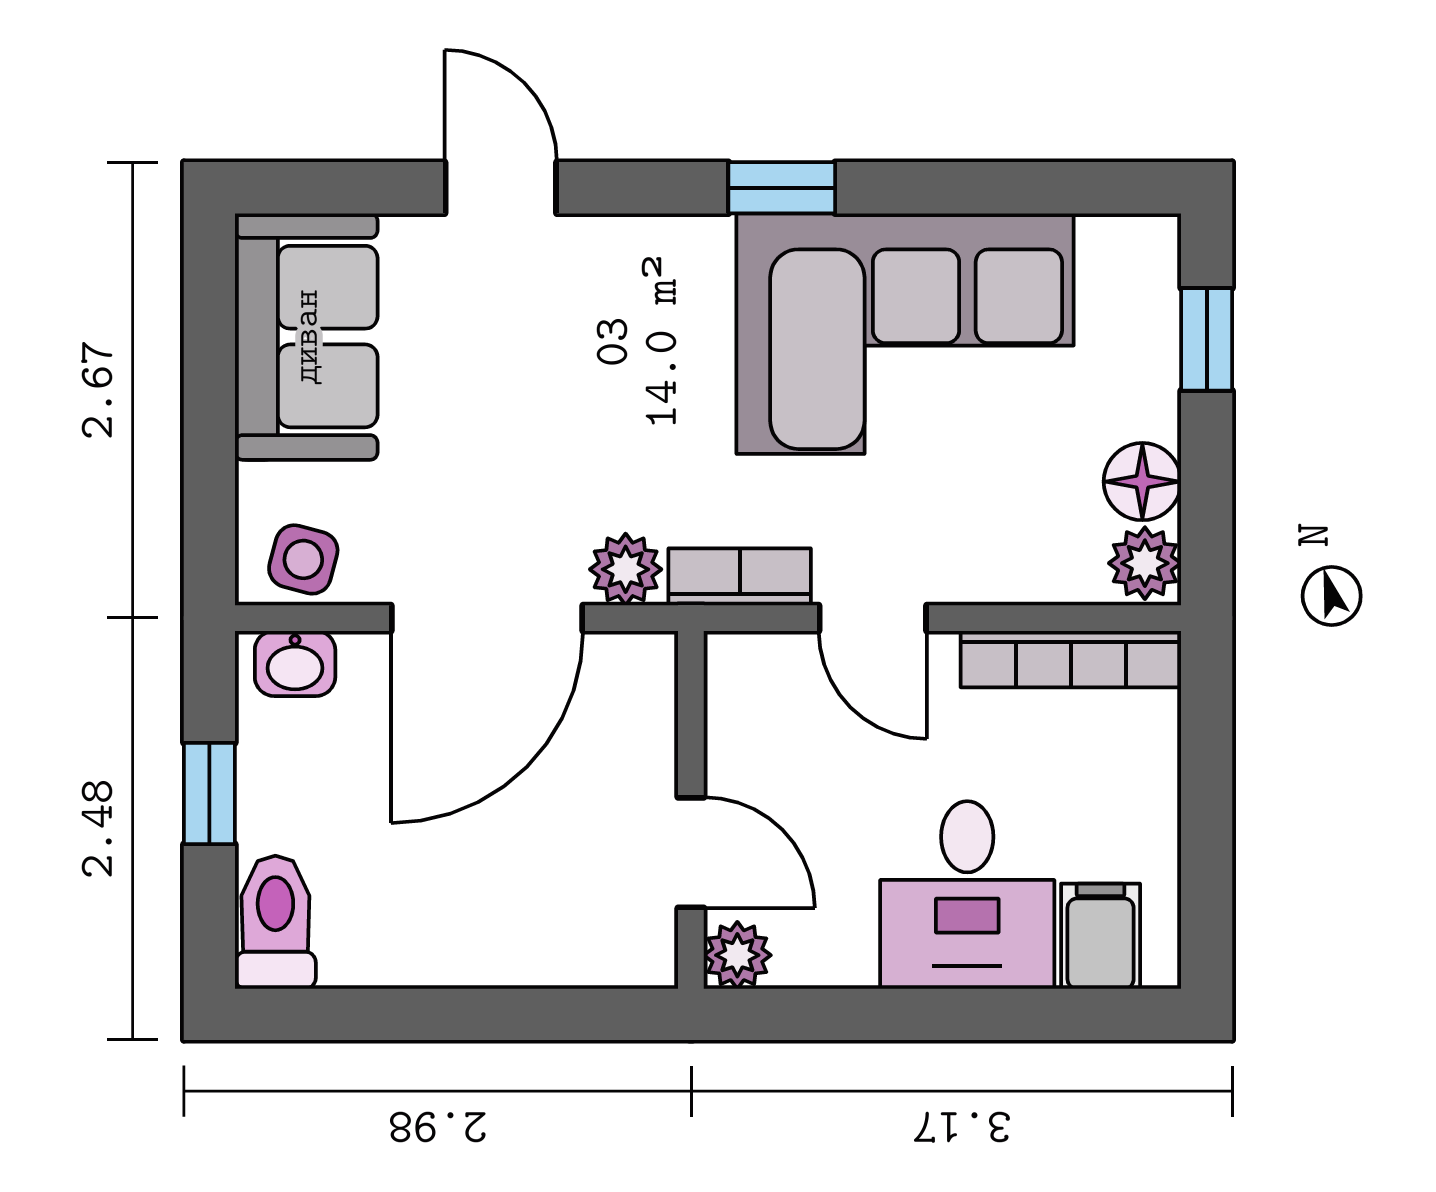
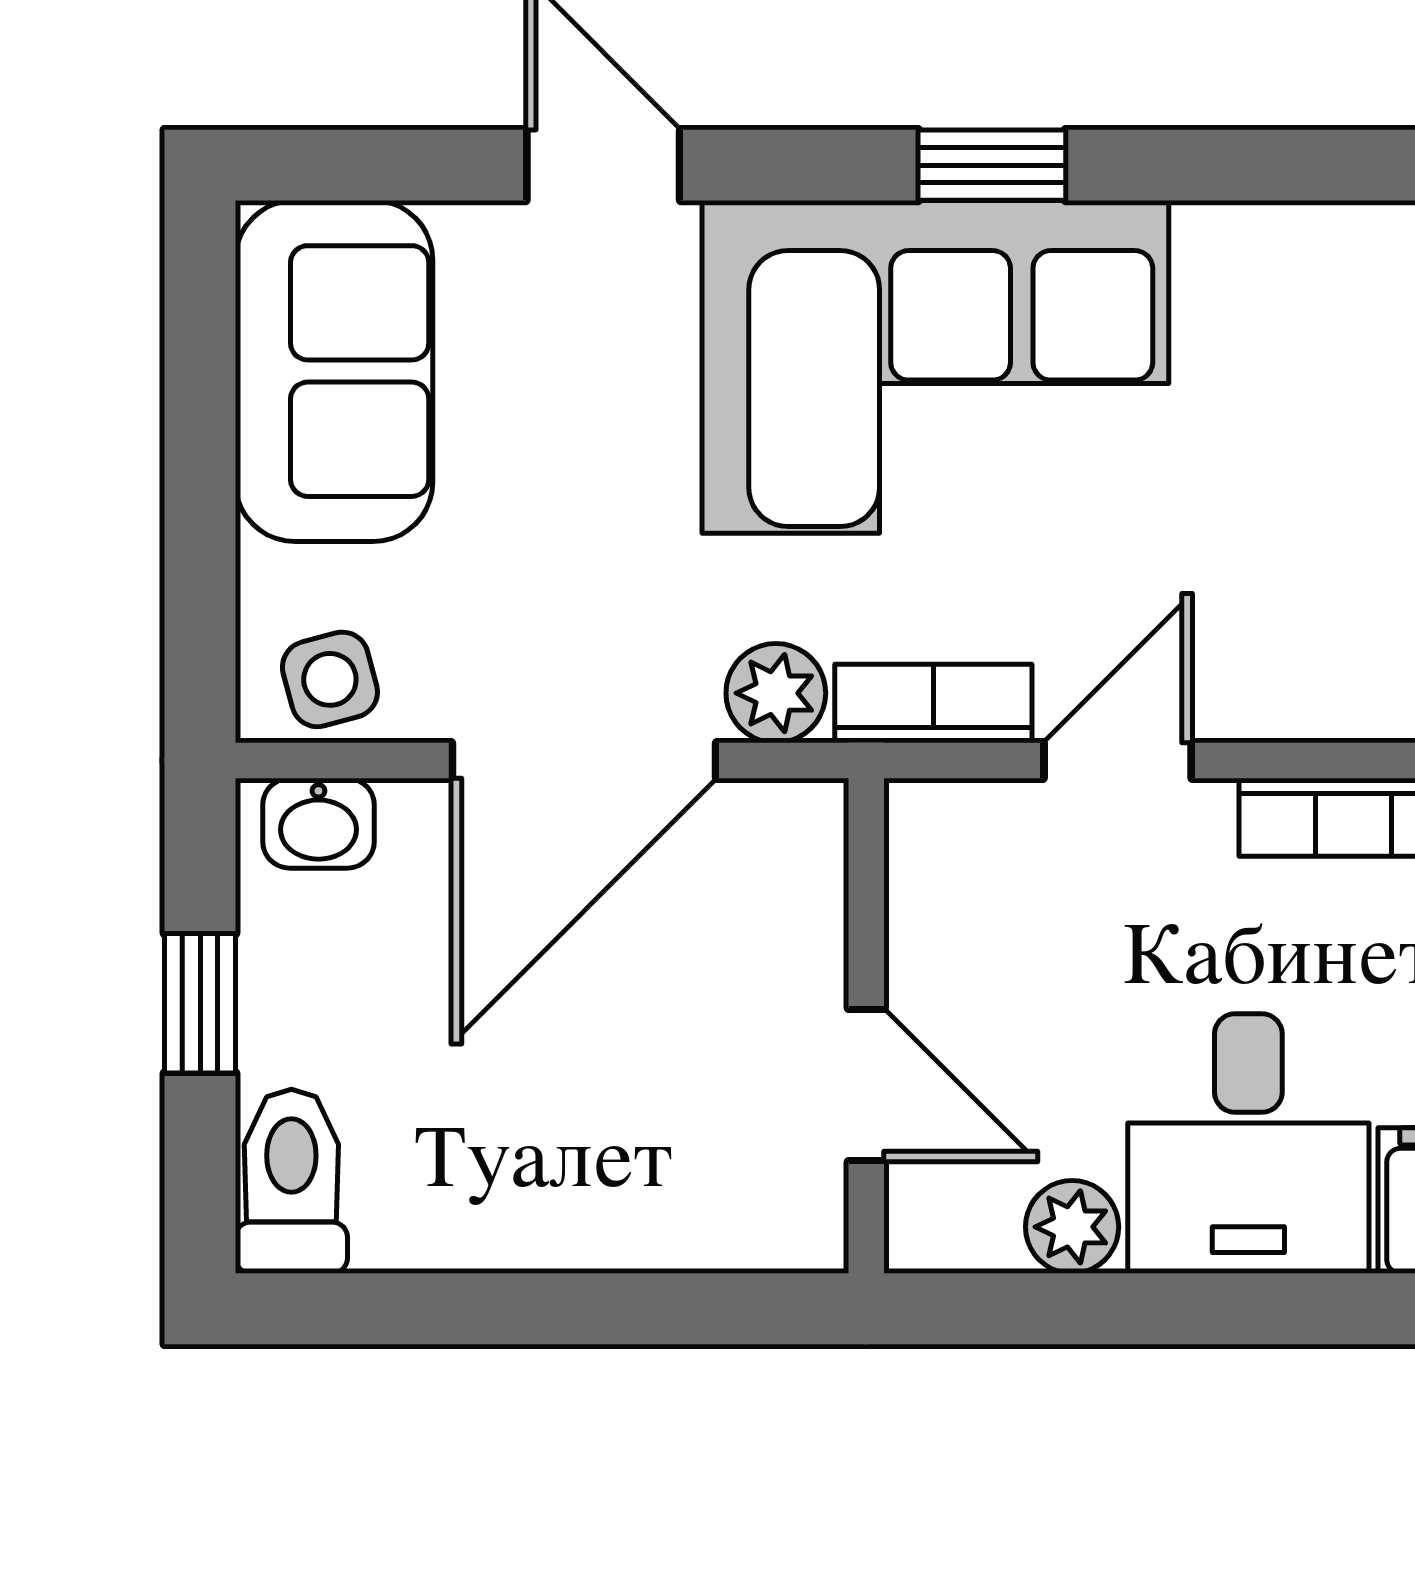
corner sofa: (905, 334) -> (935, 367), moved
side table: (303, 559) -> (330, 679), turned -30
door: (873, 618) -> (1118, 761), swing flipped
plant: (737, 955) -> (1072, 1227), moved

